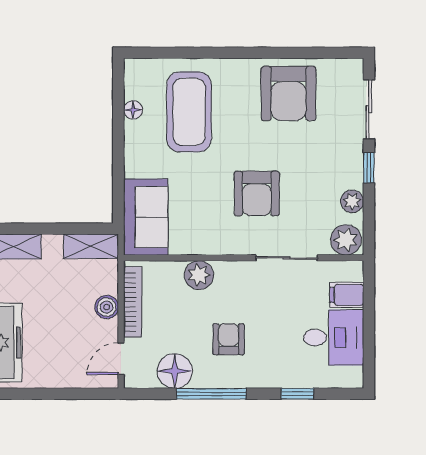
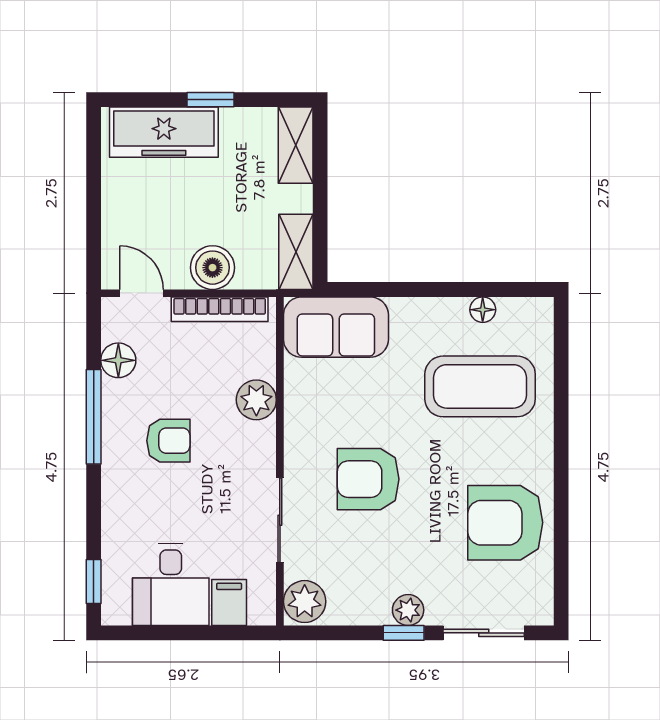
plant: (352, 201) -> (408, 610), moved
boiler: (107, 307) -> (212, 268), width x1.36, depth x1.36
floor lamp: (175, 371) -> (118, 360), width x0.73, depth x0.73
window: (297, 394) -> (94, 581), moved

